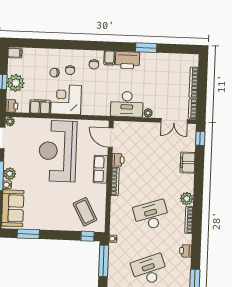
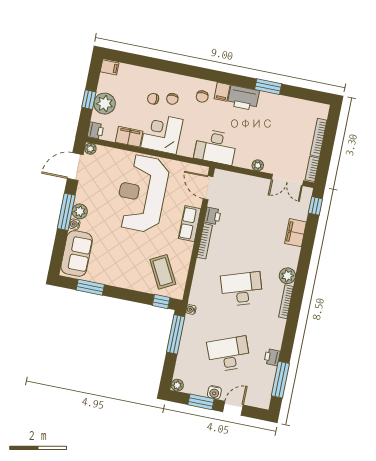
desk: (127, 104) -> (216, 147), moved
printer: (186, 251) -> (272, 357), moved

